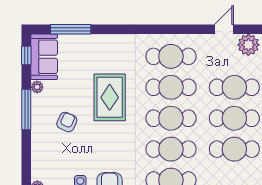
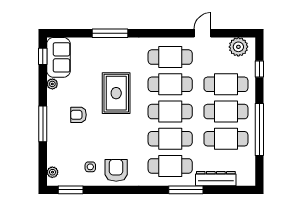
window: (71, 29) -> (110, 33), moved
door: (224, 29) -> (203, 33), moved
window: (26, 109) -> (43, 124), moved
armchair: (67, 122) -> (78, 115), turned -114

